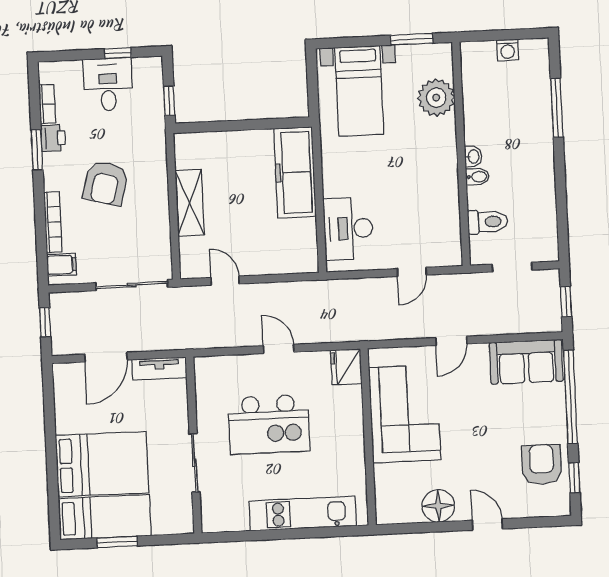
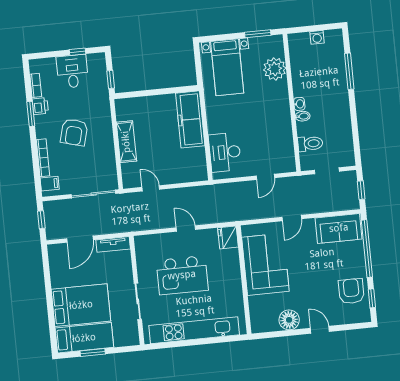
kitchen unit: (303, 514) -> (194, 330), width x1.36

